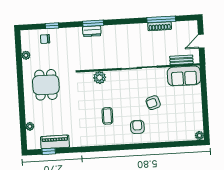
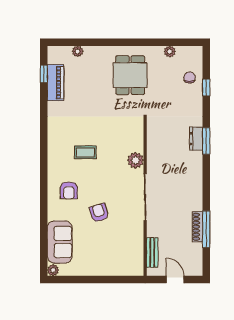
sofa: (184, 76) -> (60, 242), moved, turned 180
plant: (100, 78) -> (136, 160), moved
dining table: (46, 85) -> (130, 75), turned 90
armchair: (137, 127) -> (69, 190), turned 90

